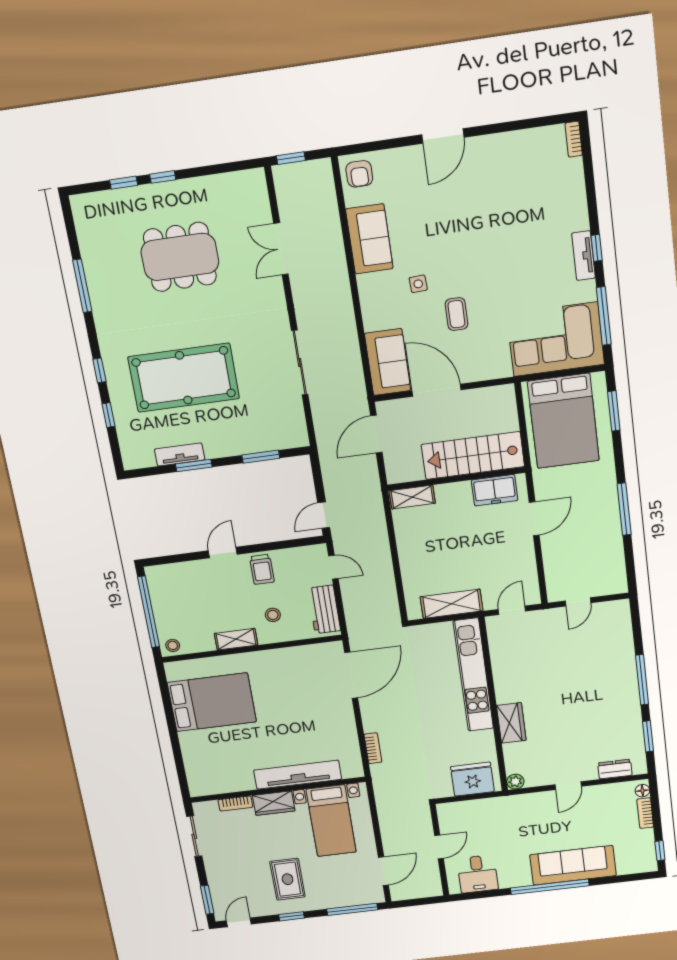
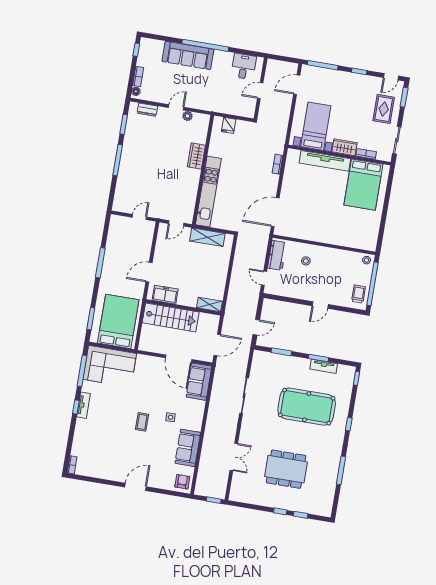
coffee table: (456, 314) -> (142, 422), moved
window: (109, 415) -> (357, 378), moved
door: (324, 515) -> (256, 327), moved
trolley: (262, 569) -> (358, 294), moved
shelving: (236, 639) -> (331, 253), removed
bed: (212, 702) -> (363, 185), moved, turned -90
fridge: (472, 779) -> (229, 125), width x0.53, depth x0.75
plant: (515, 782) -> (187, 116), moved
rug: (288, 879) -> (384, 109), moved

